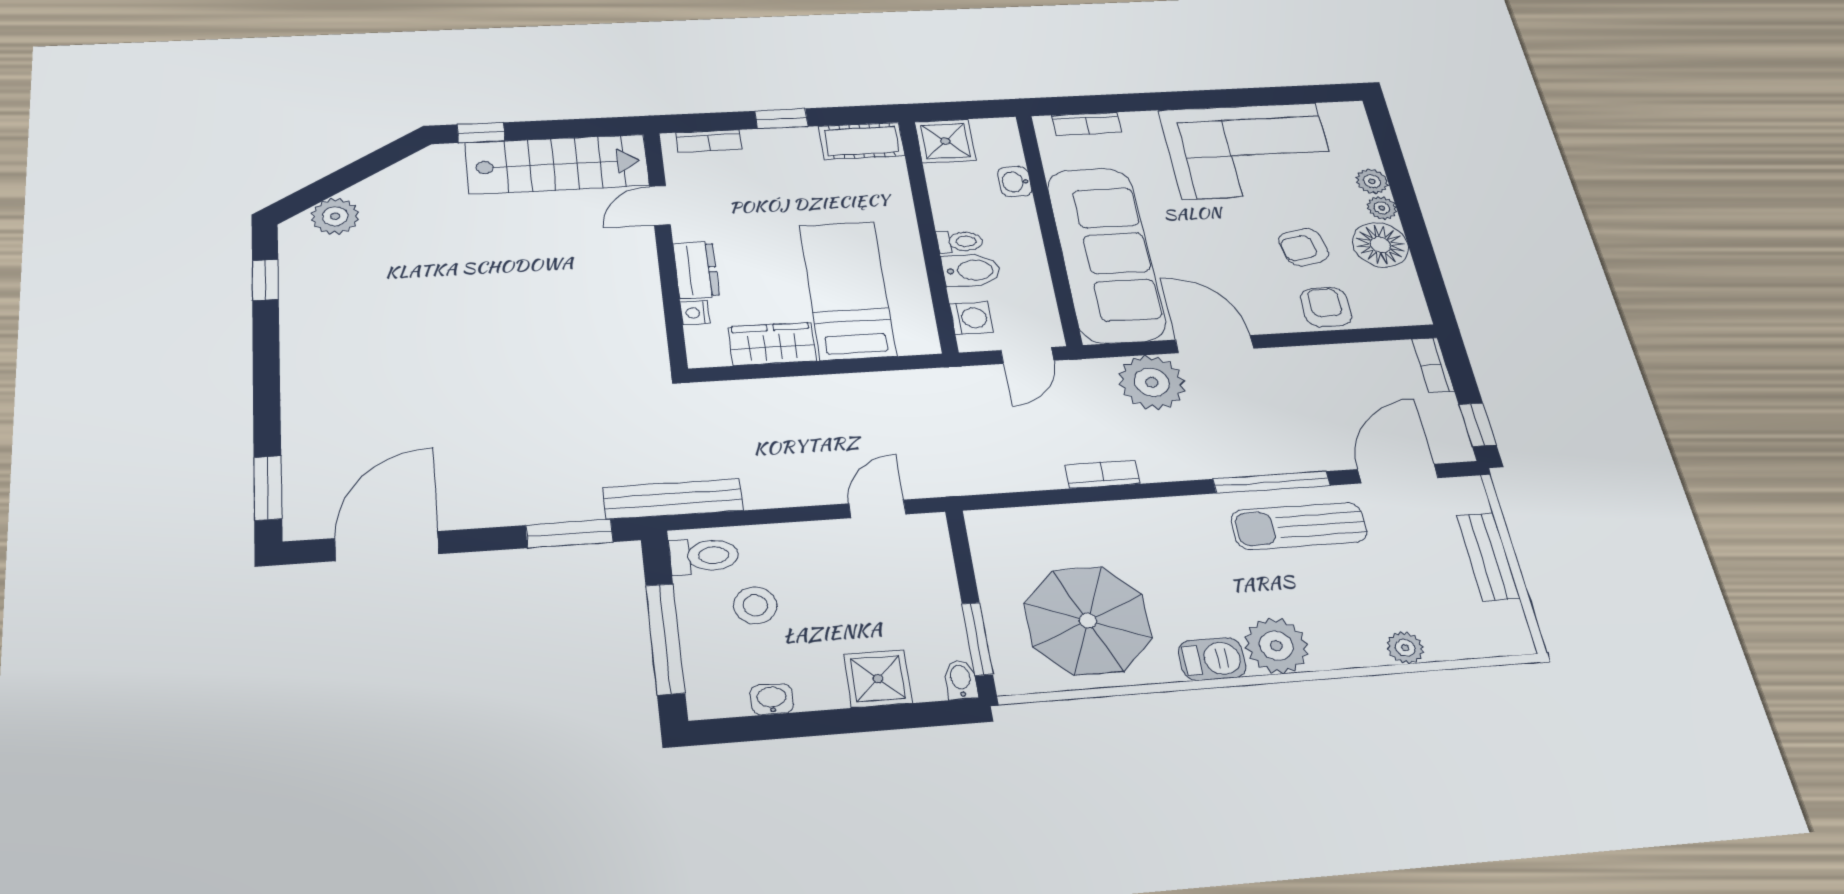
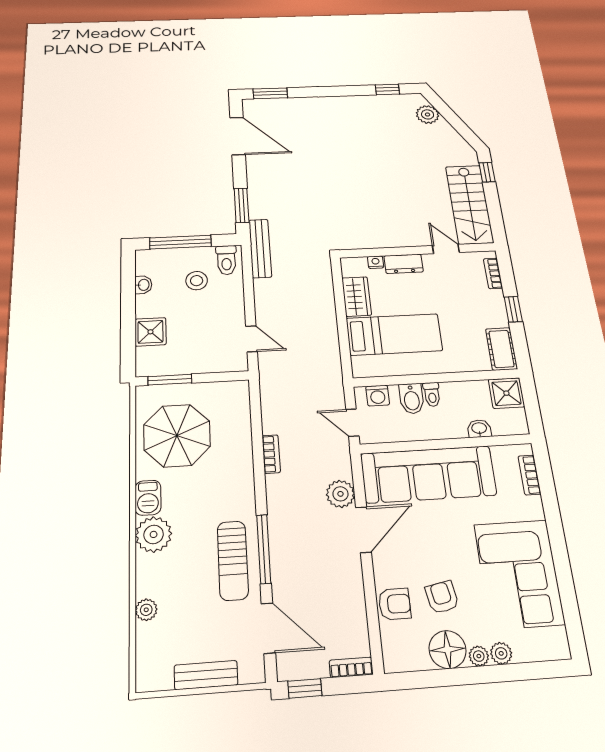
plant: (1152, 382) -> (340, 494), width x0.73, depth x0.73
sun lounger: (1299, 526) -> (233, 560), turned 180
bidet: (961, 680) -> (146, 370), removed

